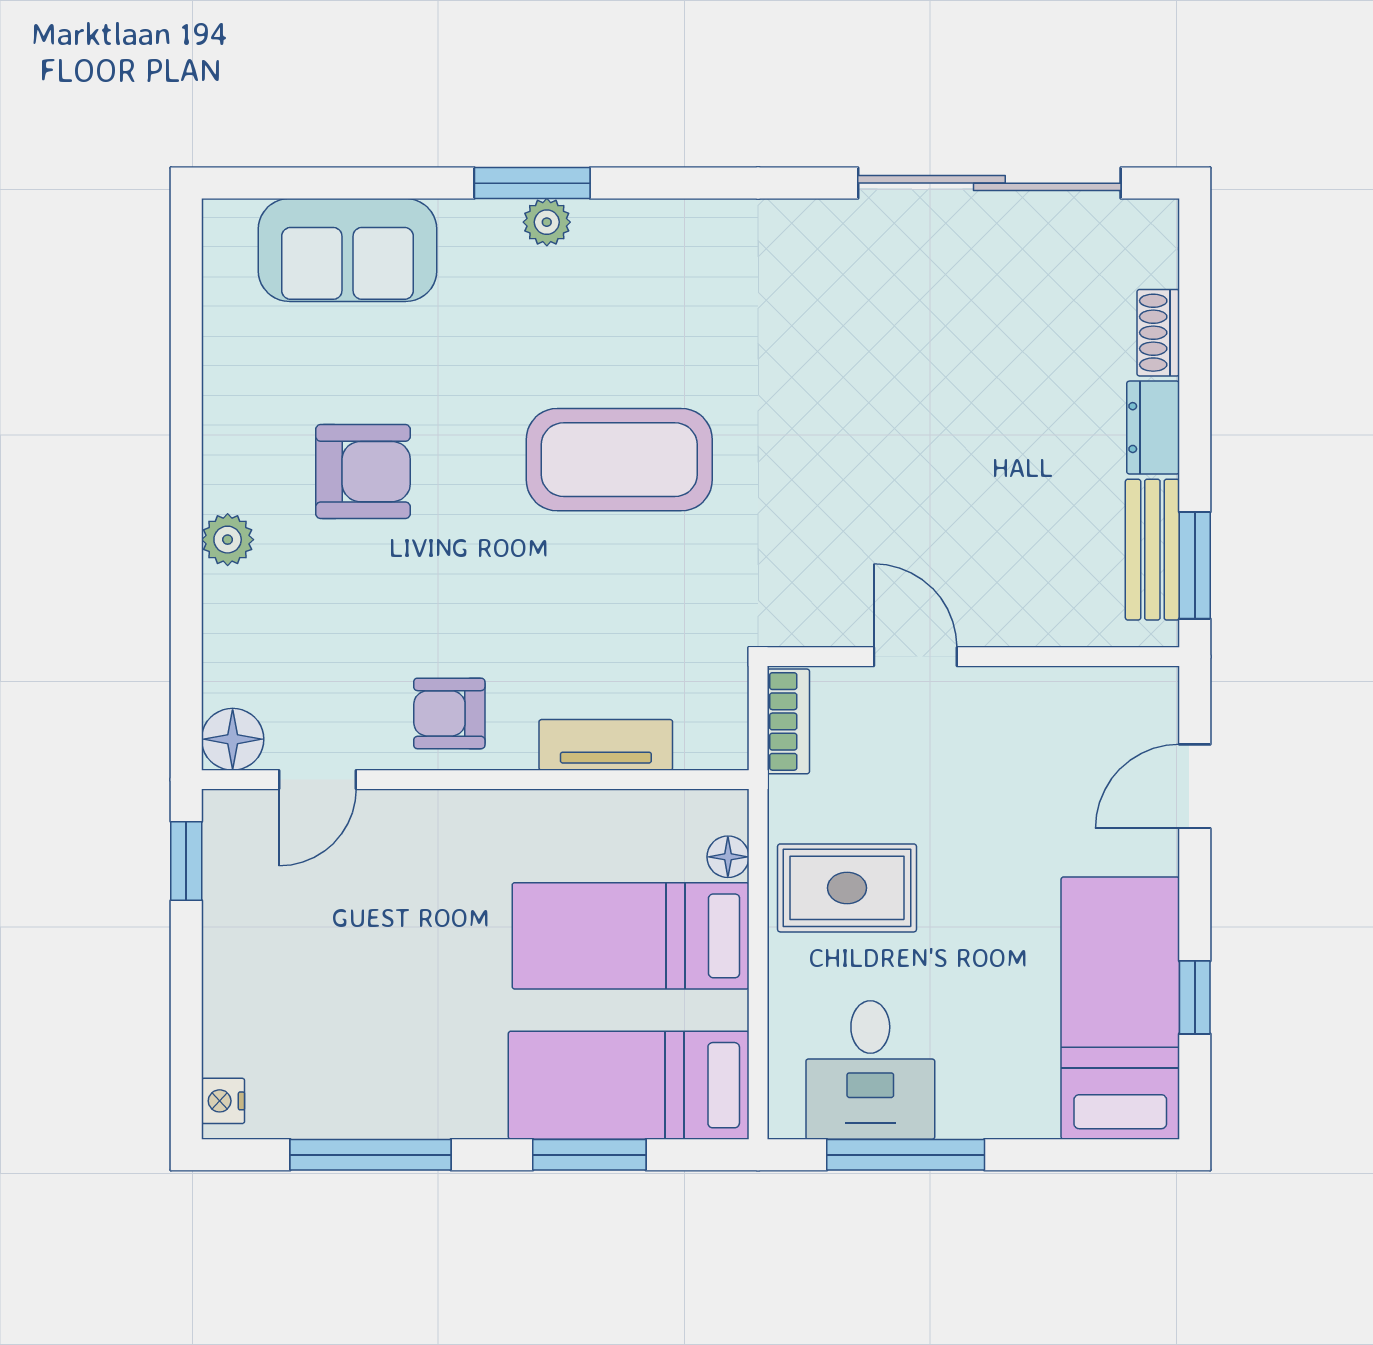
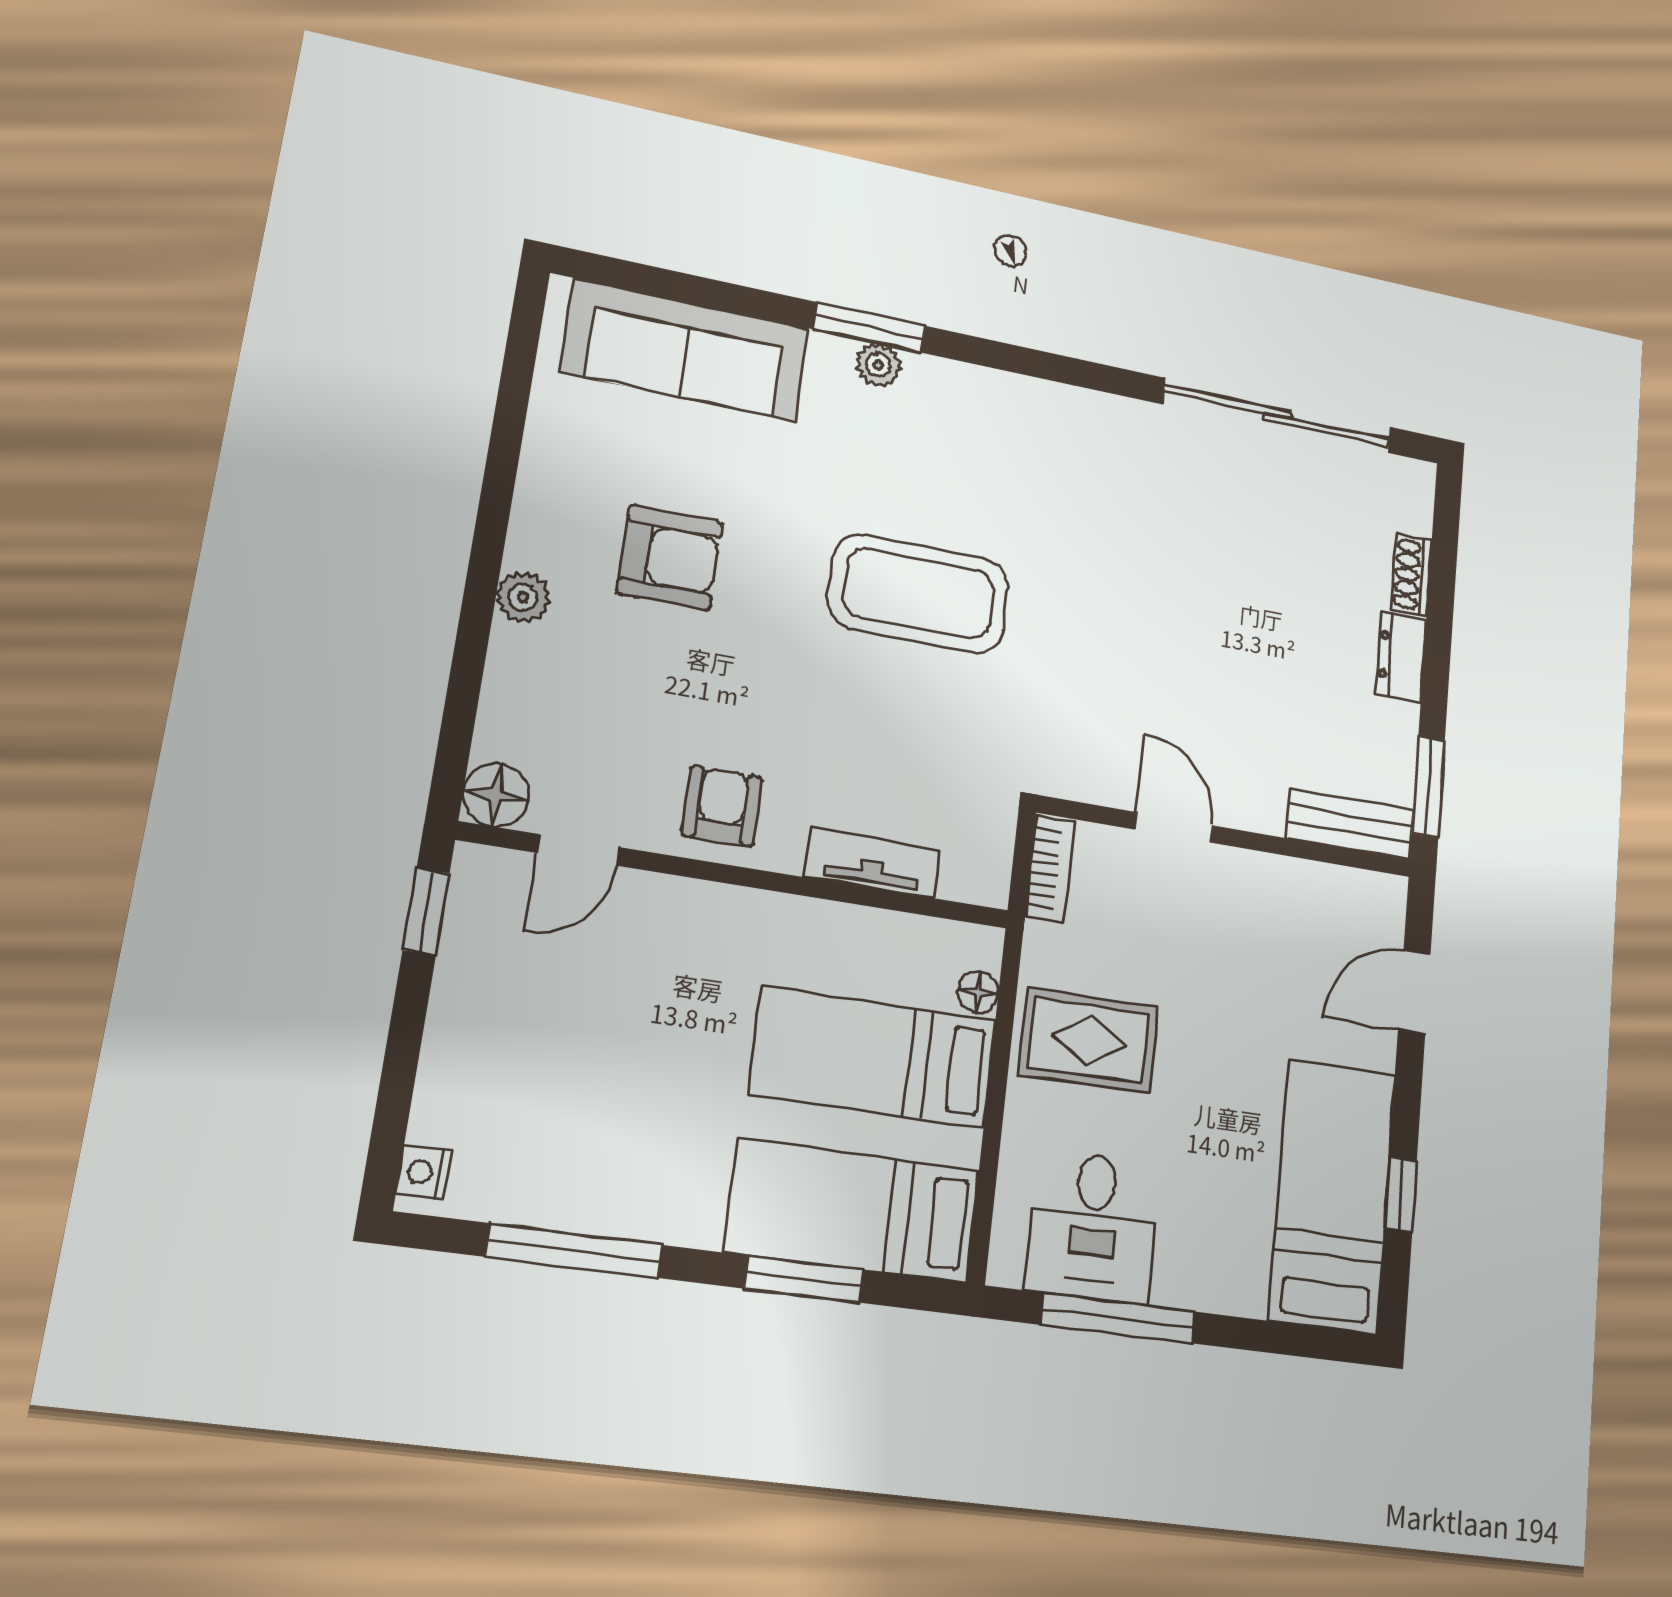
sofa: (348, 250) -> (685, 350), width x1.36
bench: (1152, 550) -> (1350, 824), moved, turned 90
armchair: (449, 713) -> (722, 806), turned 90

